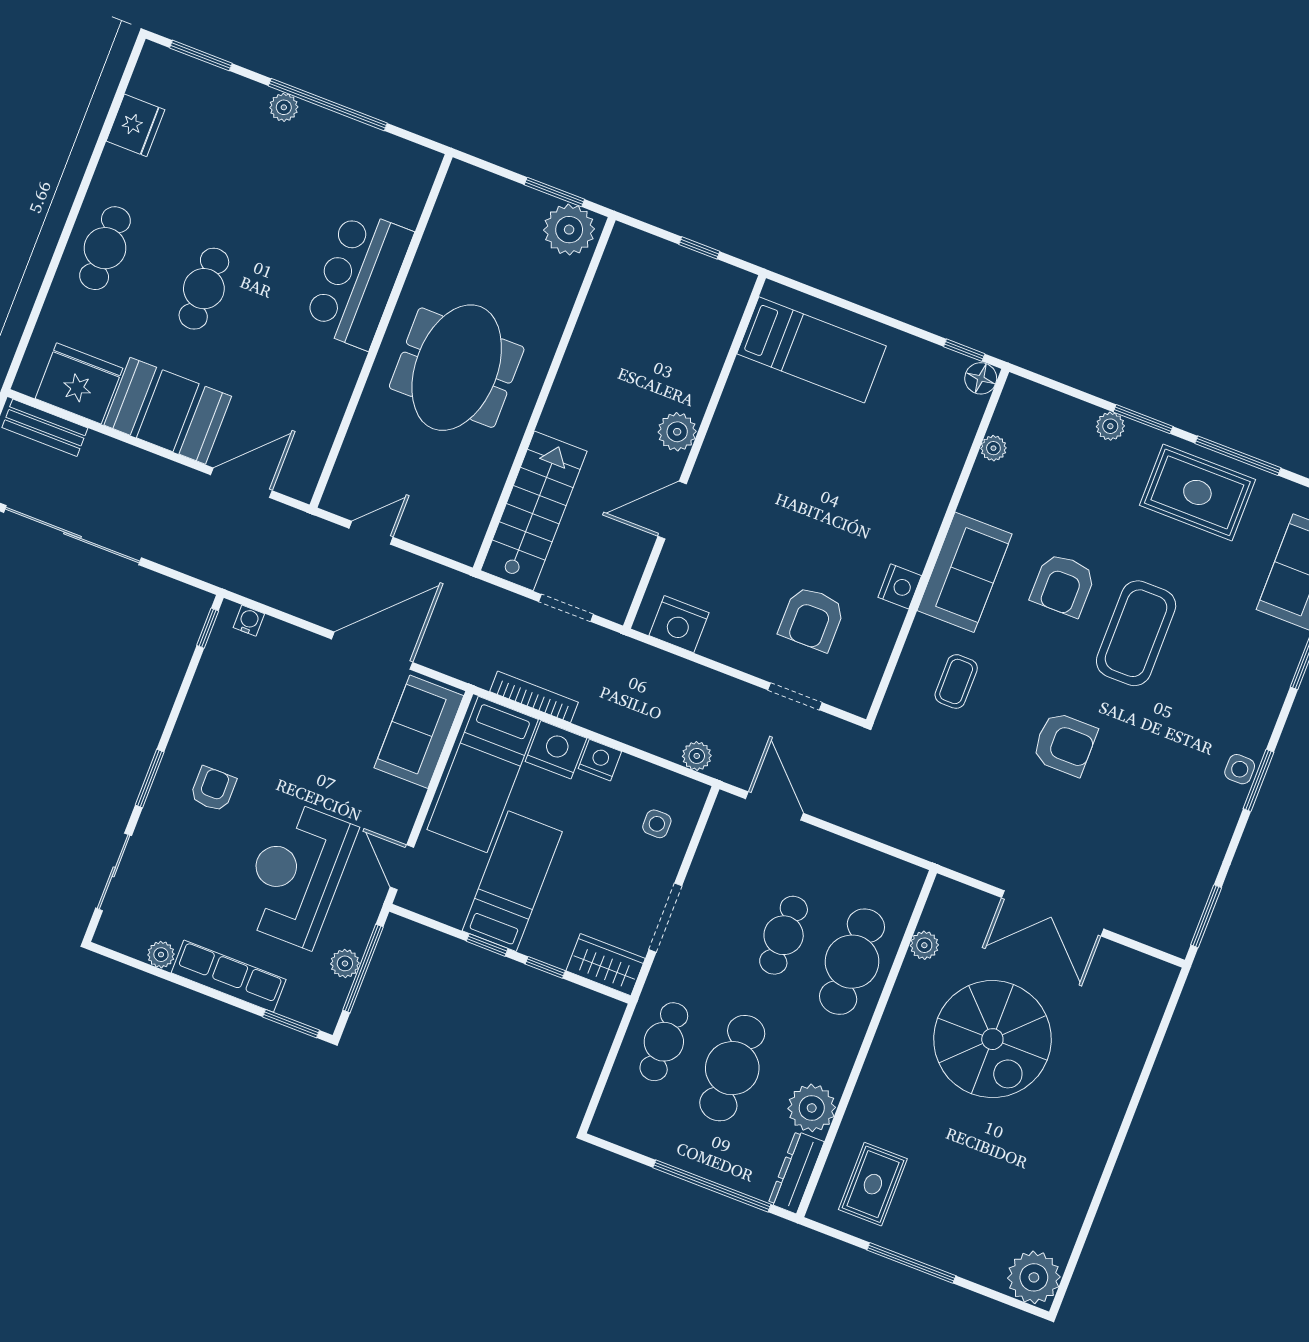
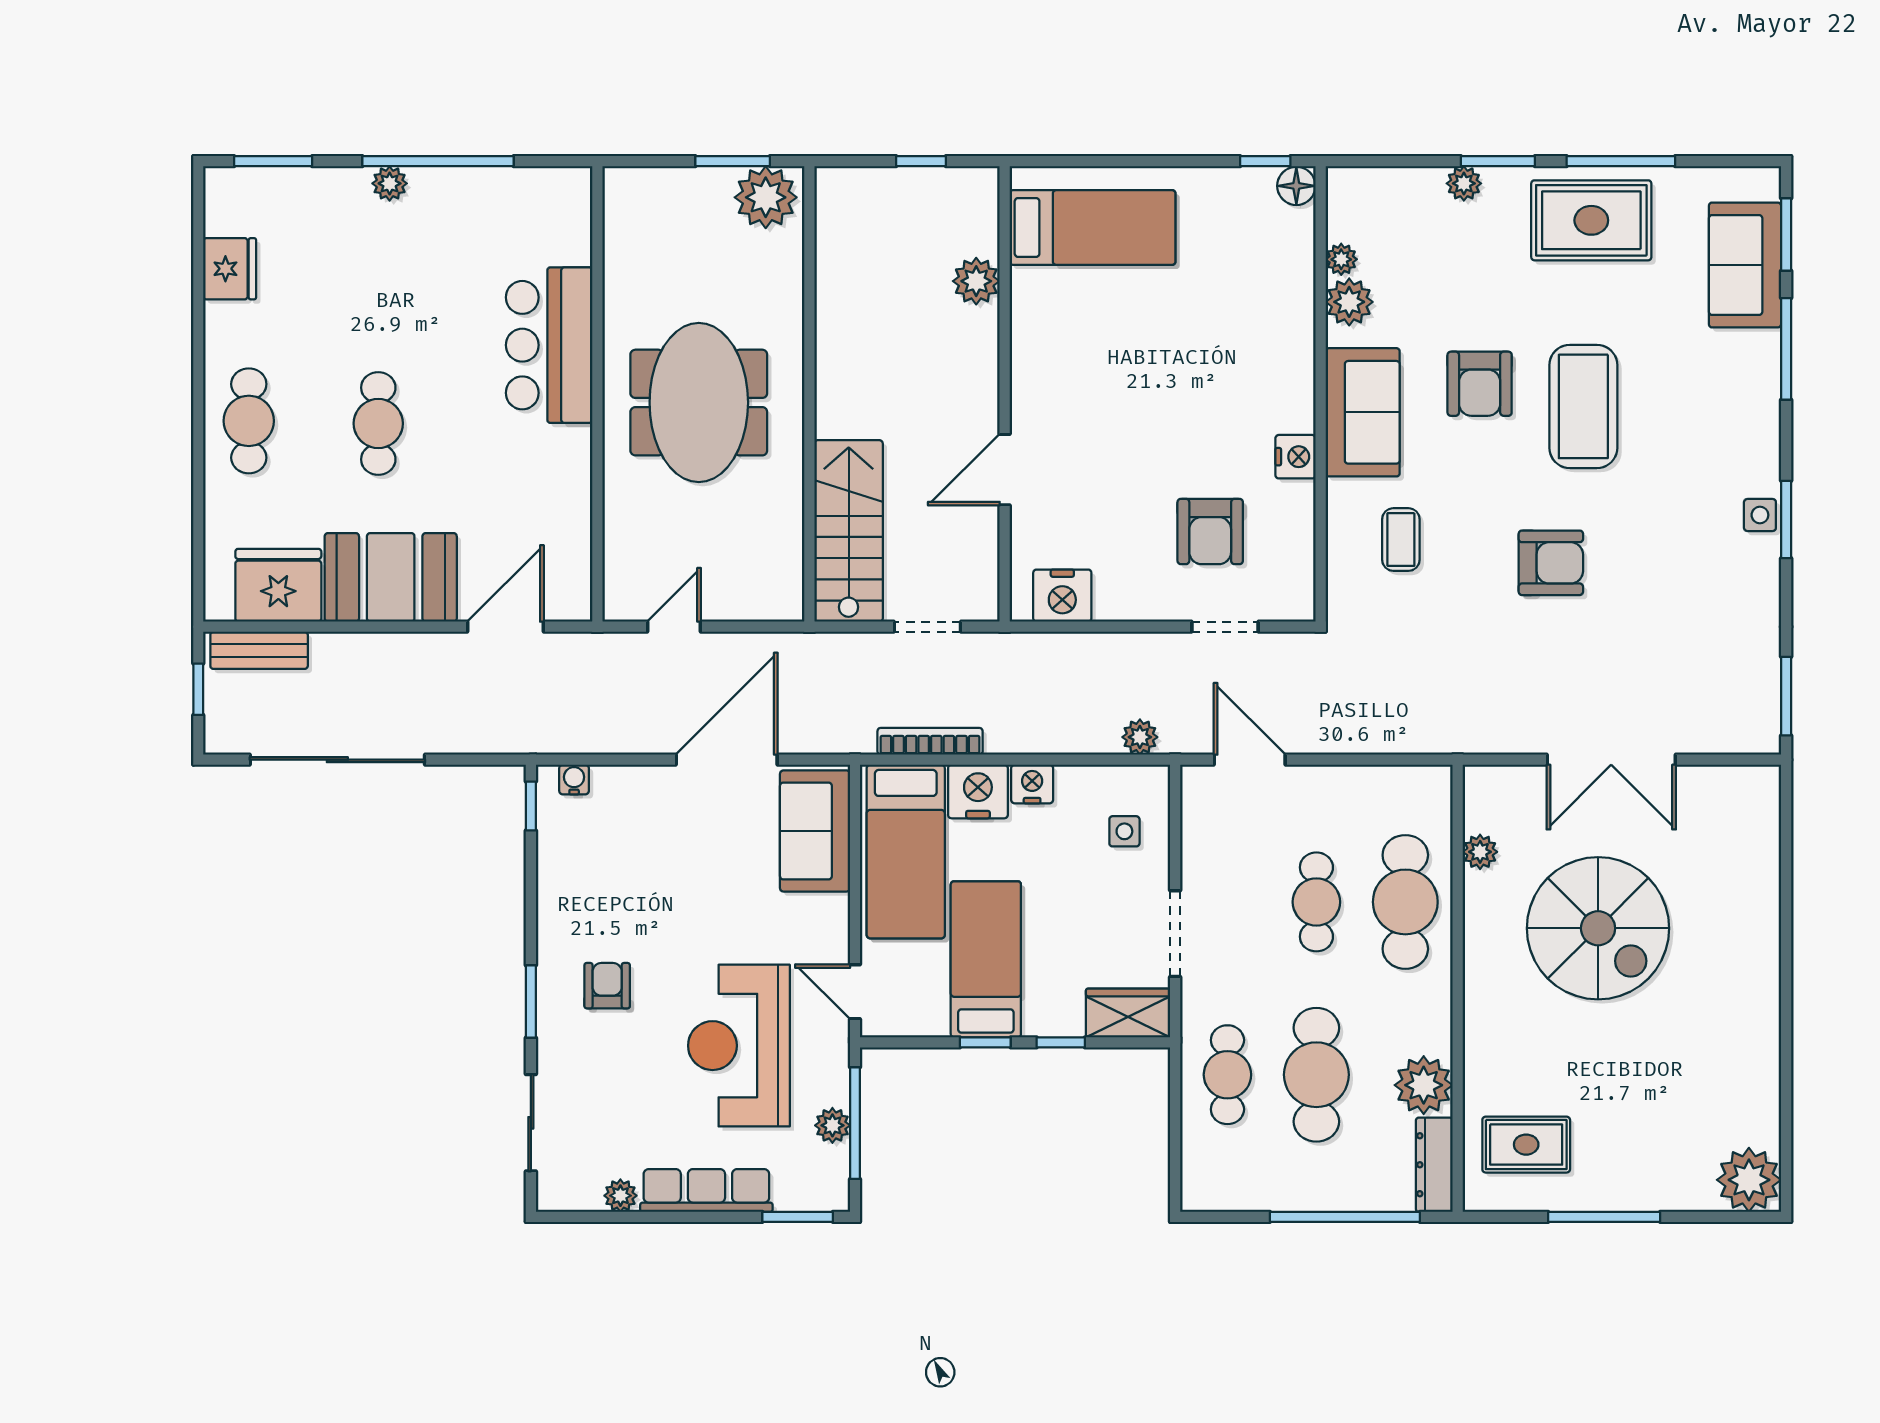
plant: (677, 432) -> (976, 281), moved
plant: (987, 483) -> (1349, 302), added
rug: (873, 1184) -> (1526, 1145), turned 90

